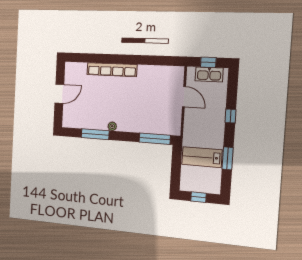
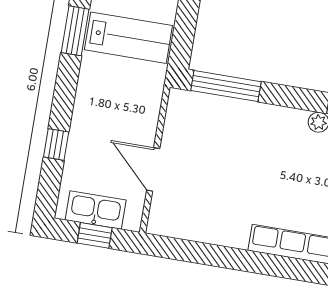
window: (230, 116) -> (56, 144), moved

